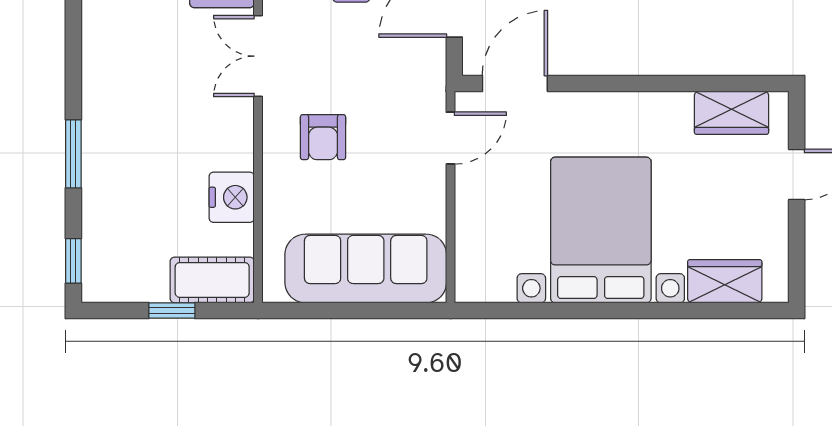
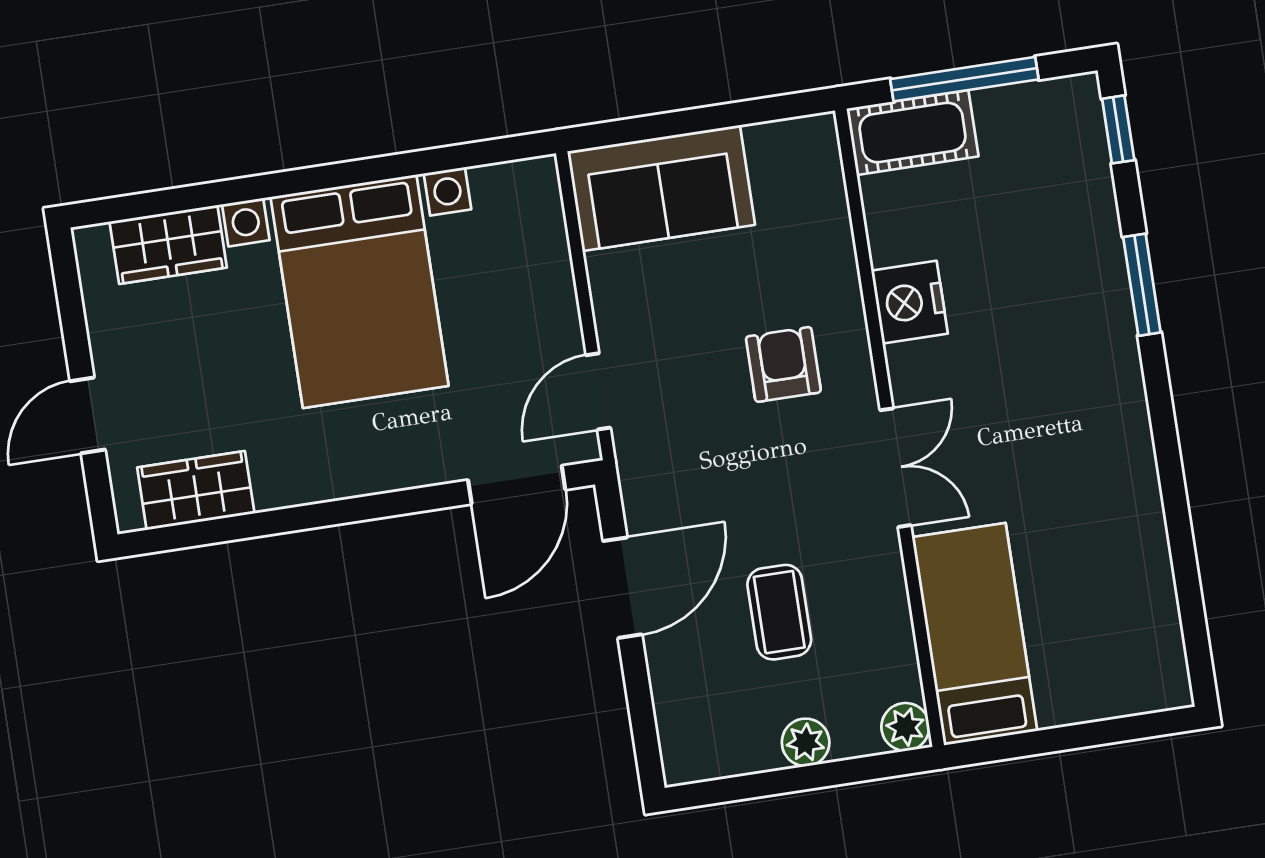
nightstand: (232, 197) -> (910, 302), moved
sofa: (366, 268) -> (661, 188), width x0.73
window: (172, 311) -> (964, 79), width x2.17

